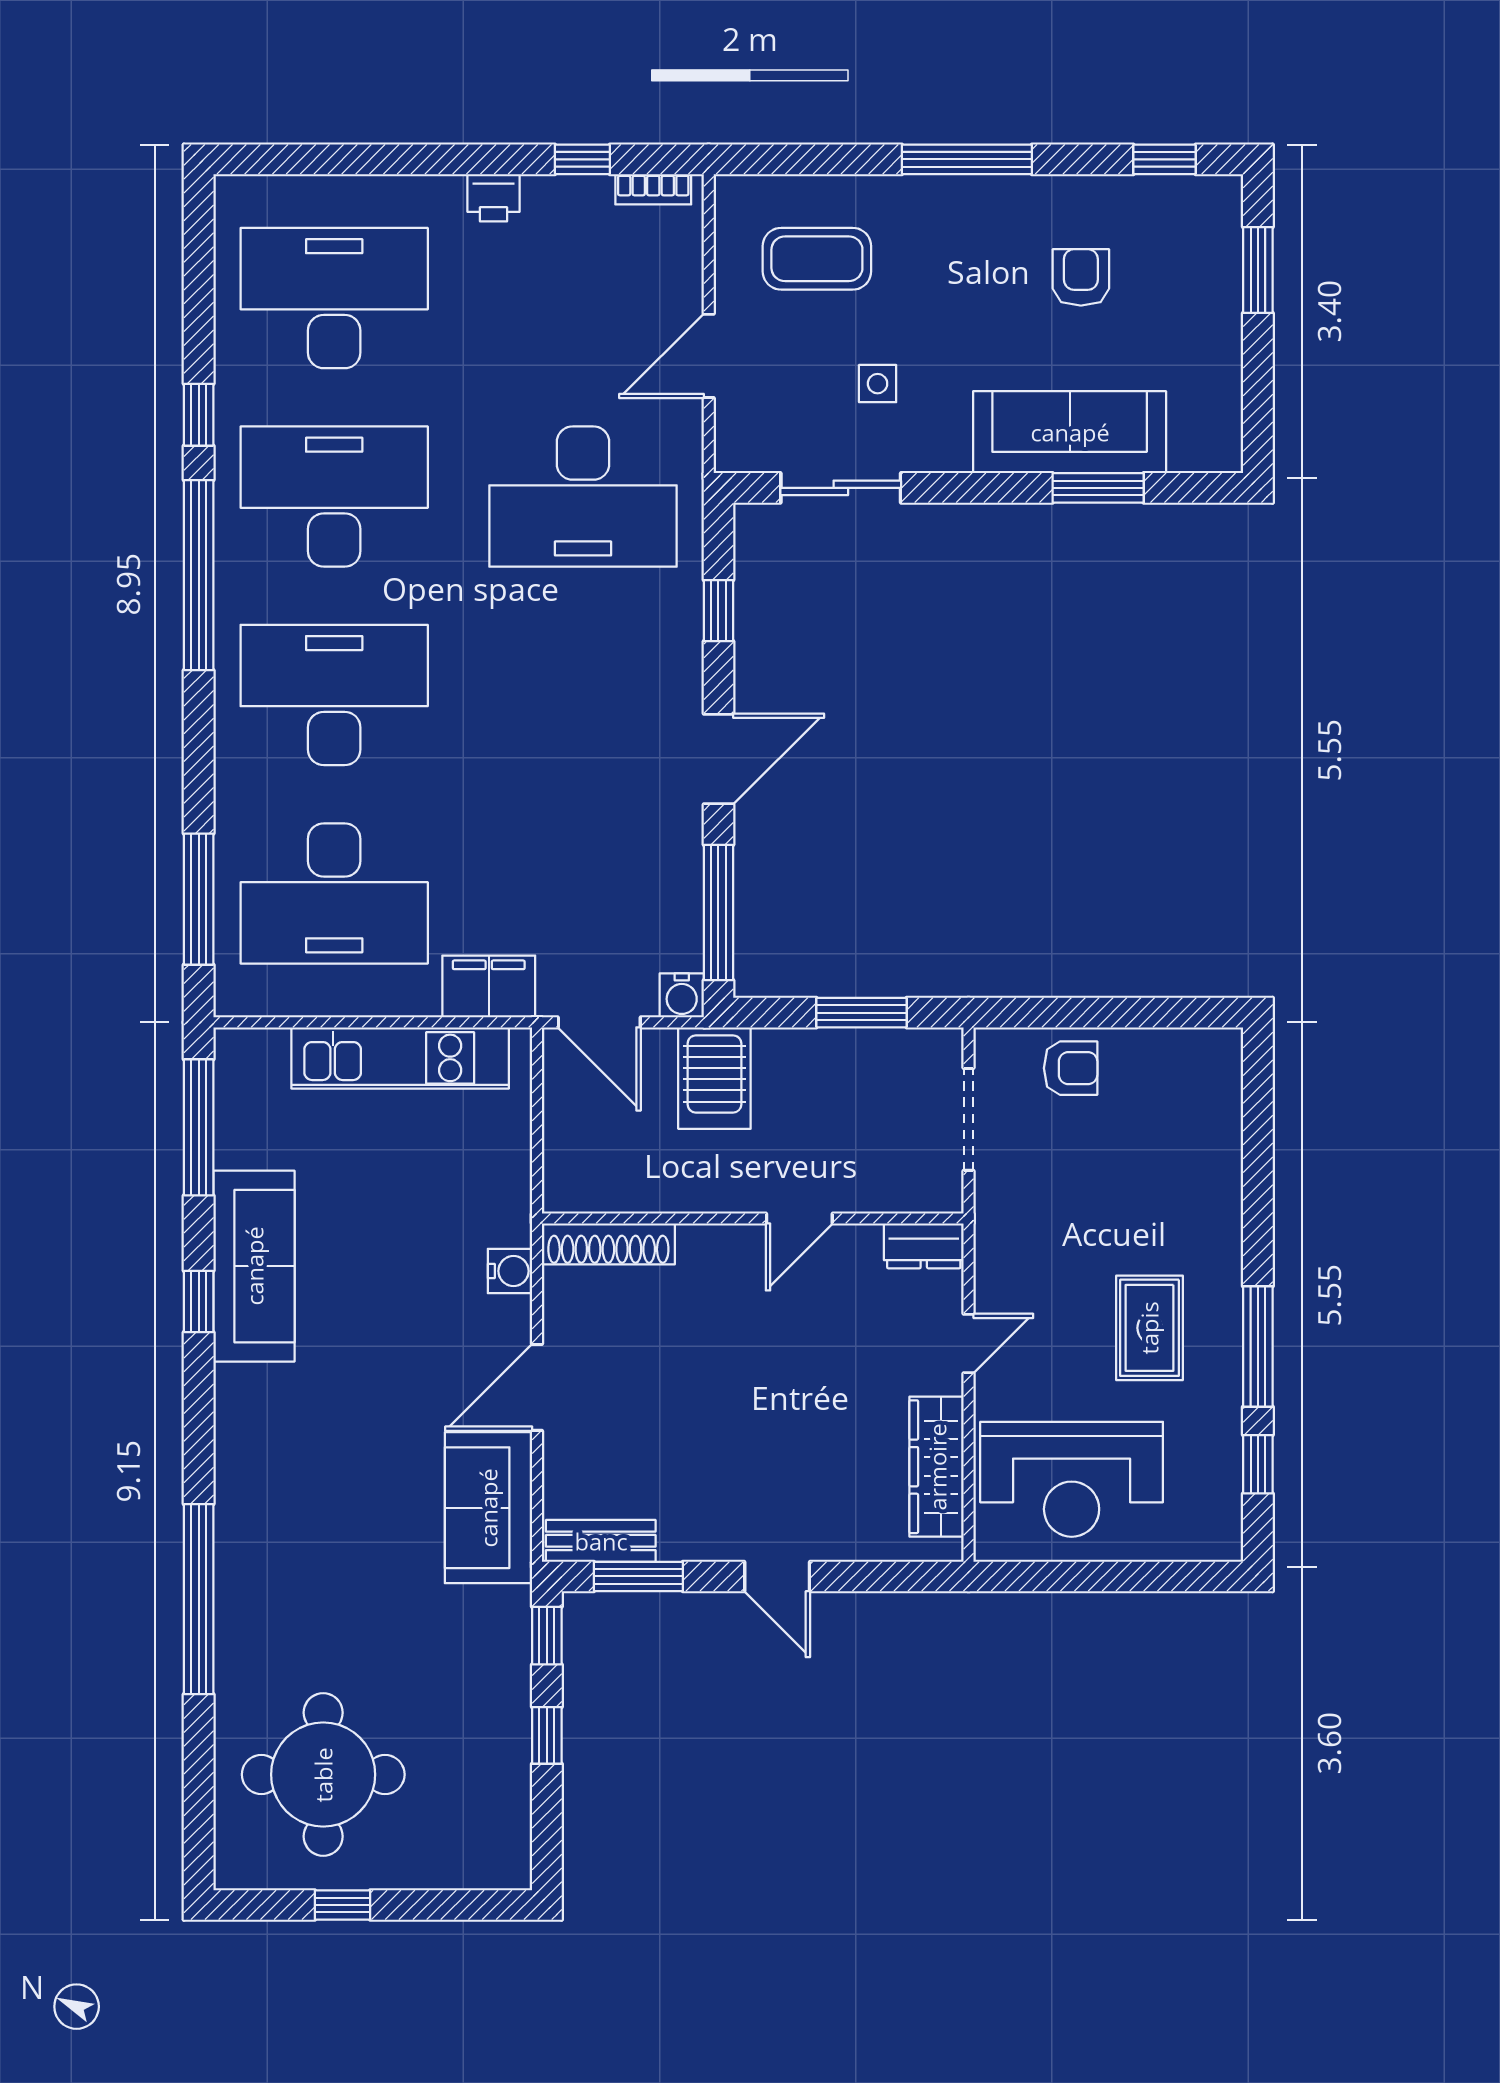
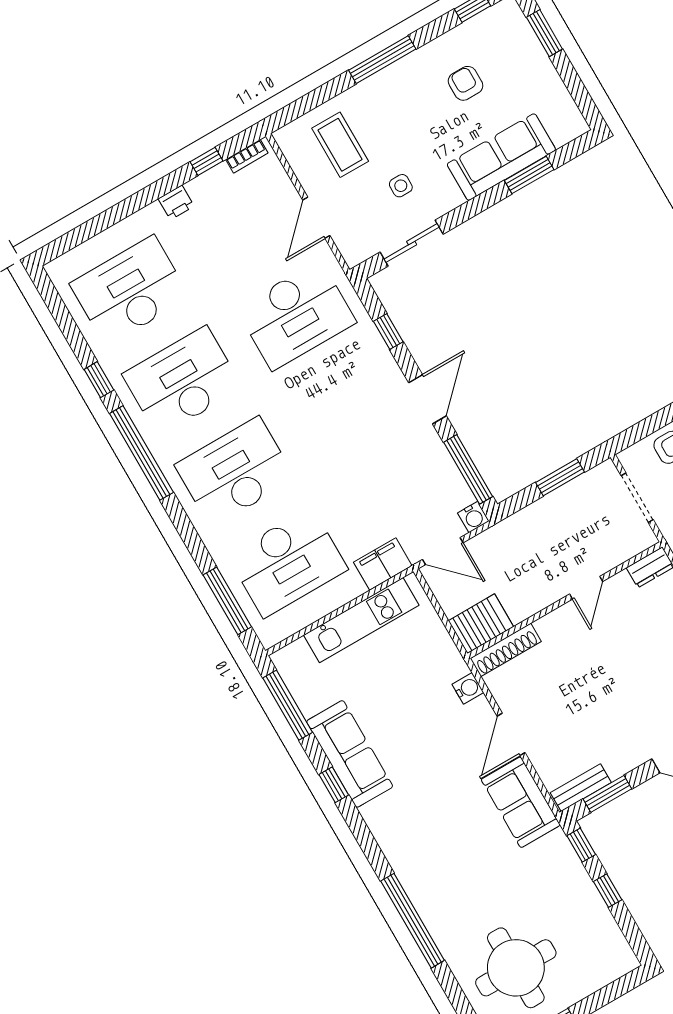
coffee table: (817, 259) -> (340, 145), turned 90
server rack: (714, 1078) -> (481, 624), moved, turned -90

